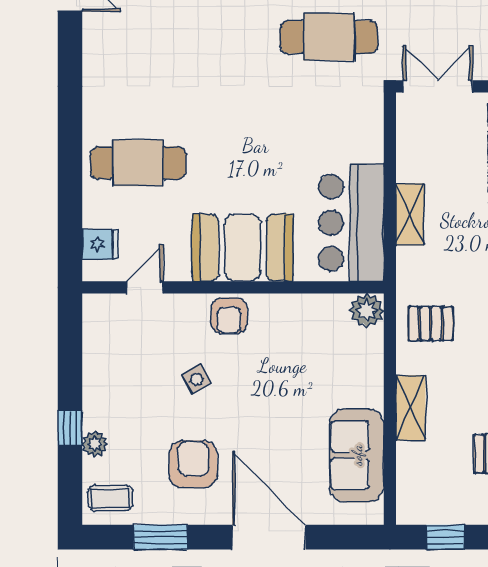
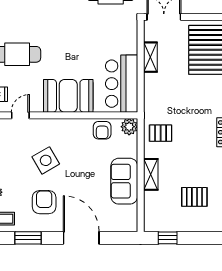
shelving: (410, 214) -> (150, 57), moved
armchair: (229, 316) -> (102, 130), moved
side table: (197, 379) -> (46, 160), width x1.87, depth x1.87
sofa: (357, 455) -> (124, 181), moved

